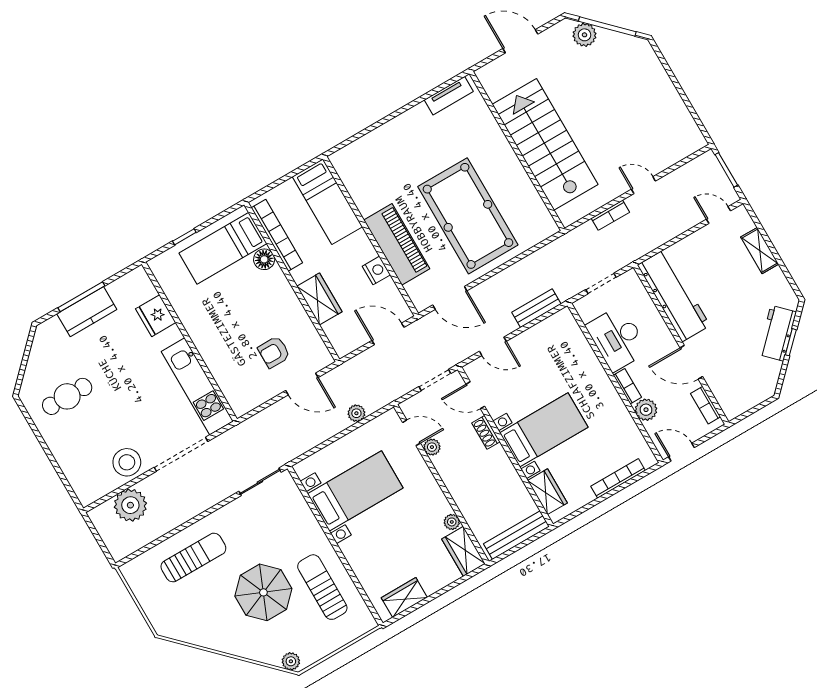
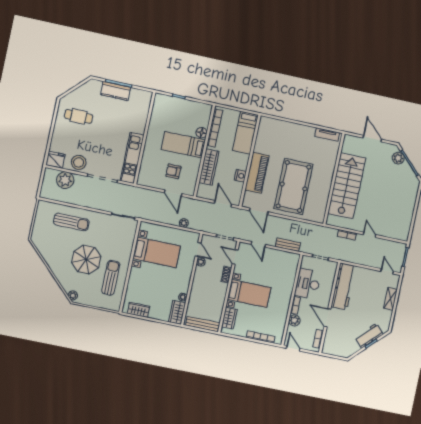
bed: (223, 248) -> (183, 145), moved
wardrobe: (319, 299) -> (209, 167), width x1.50
fridge: (156, 316) -> (55, 160), moved, turned 90

